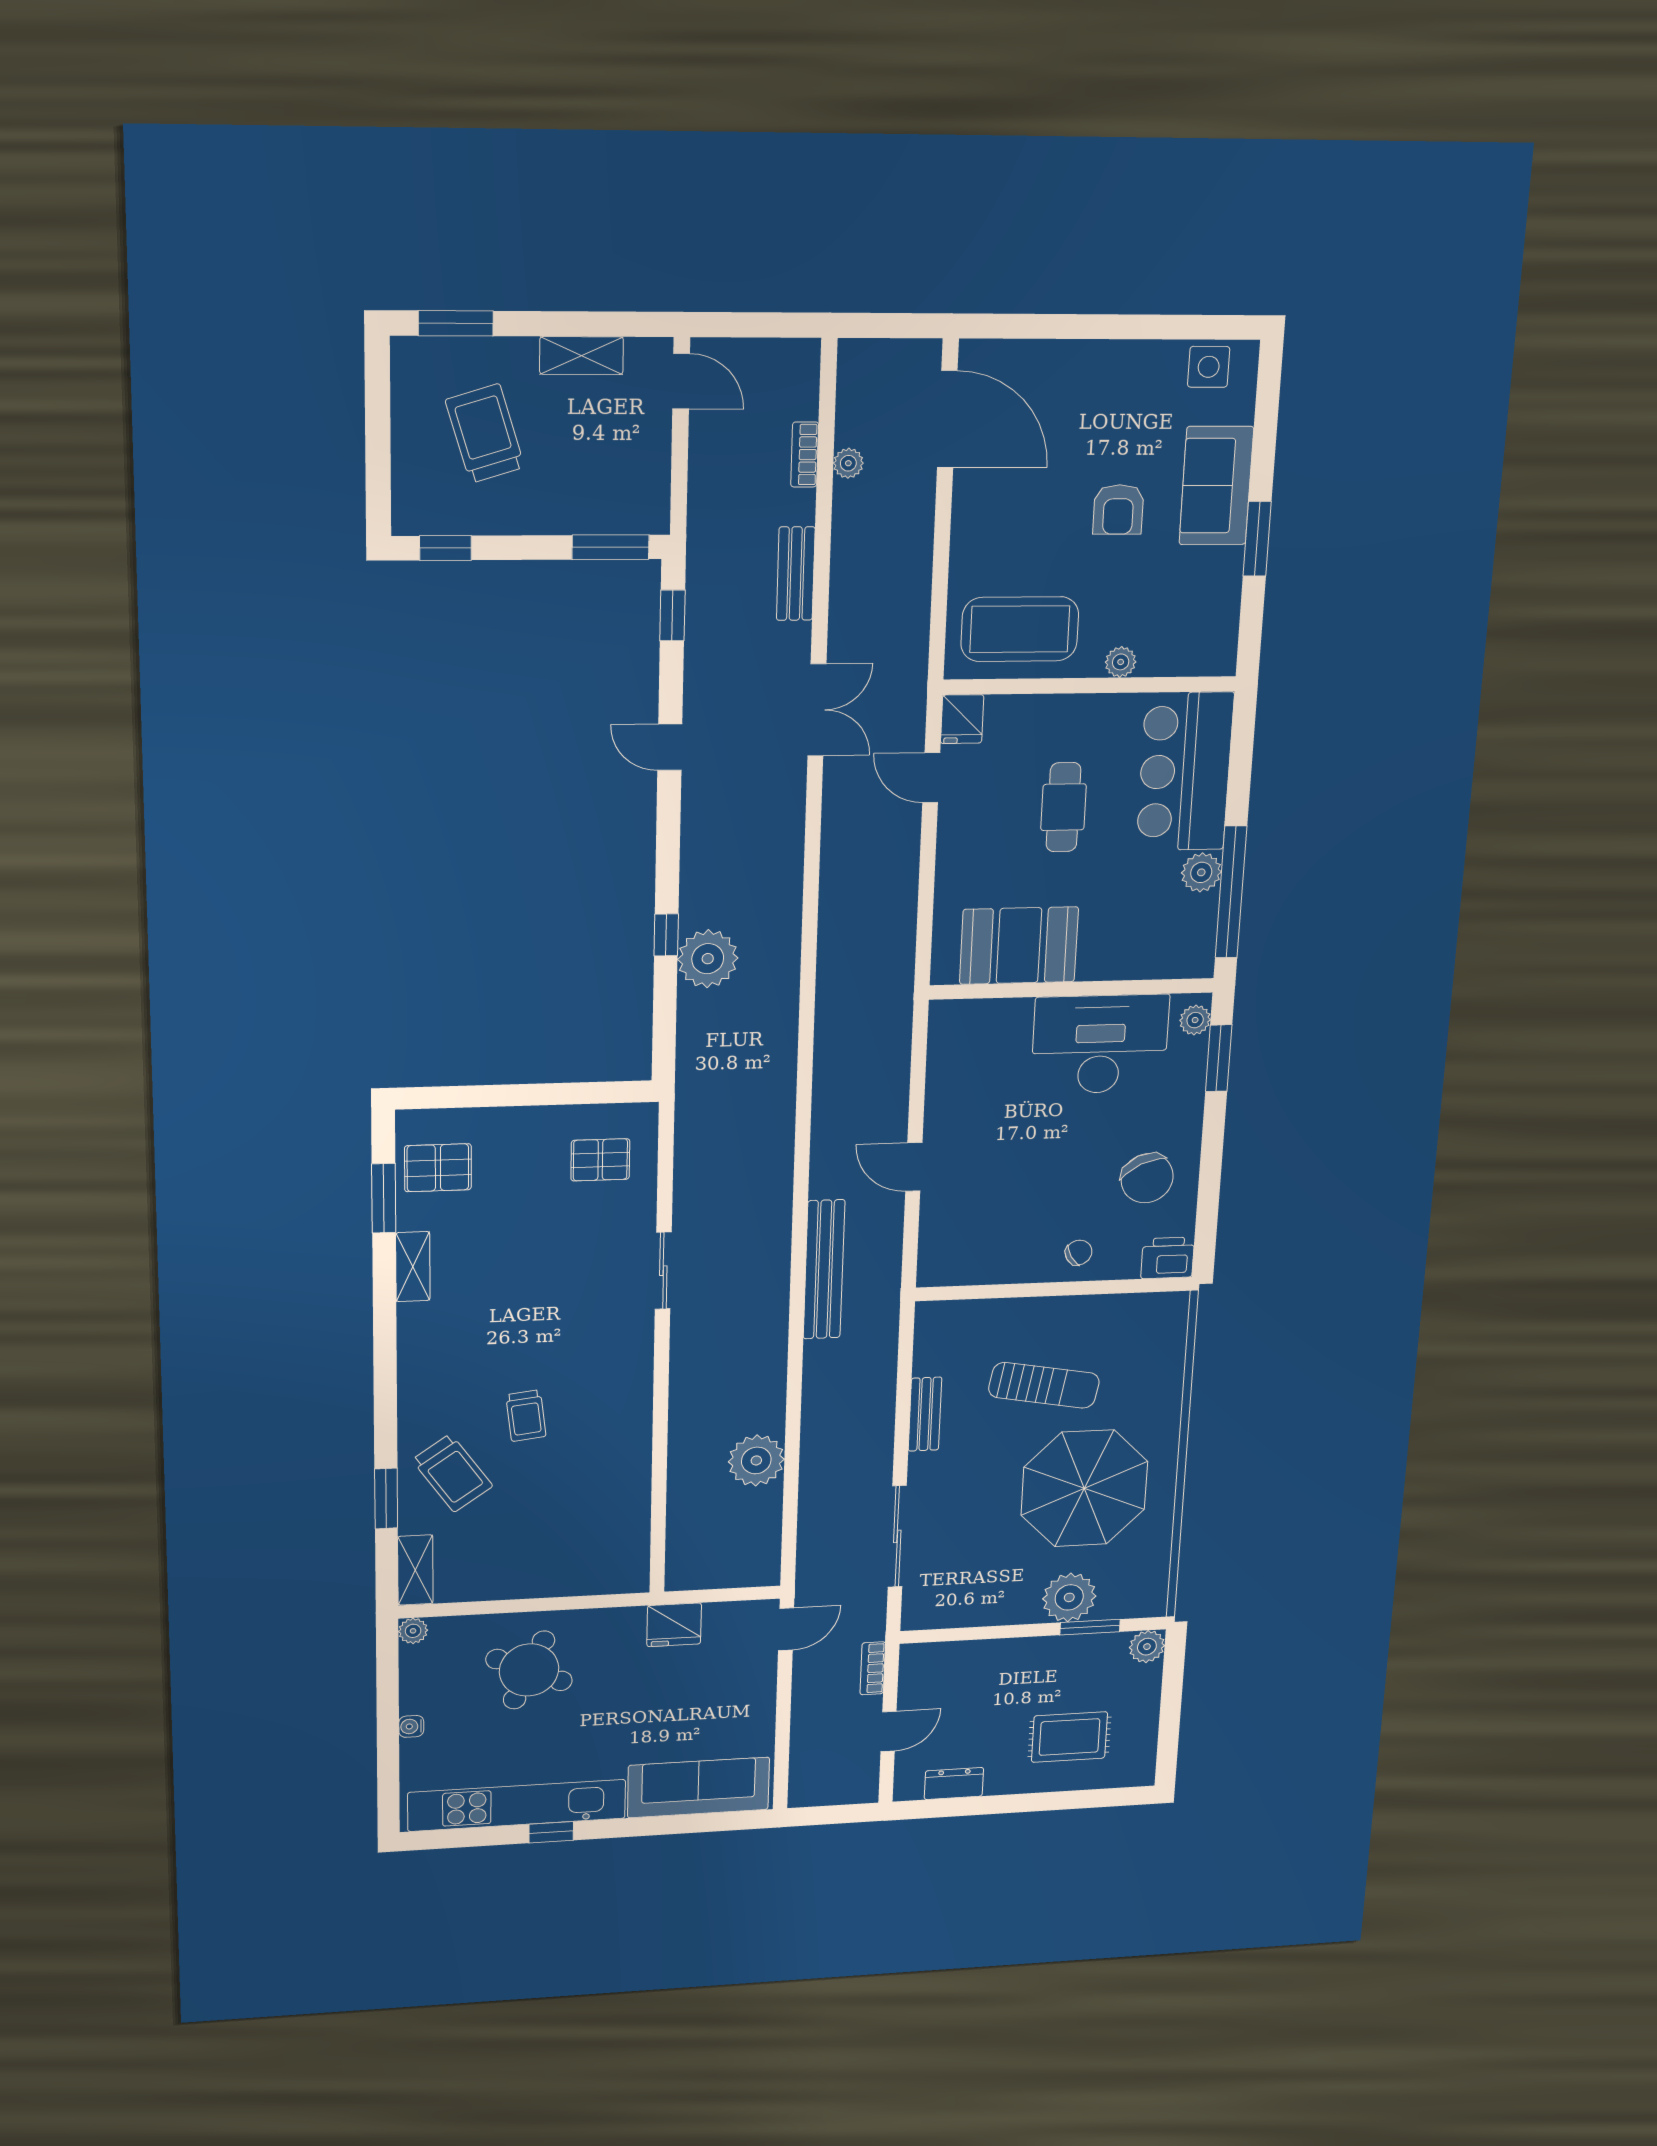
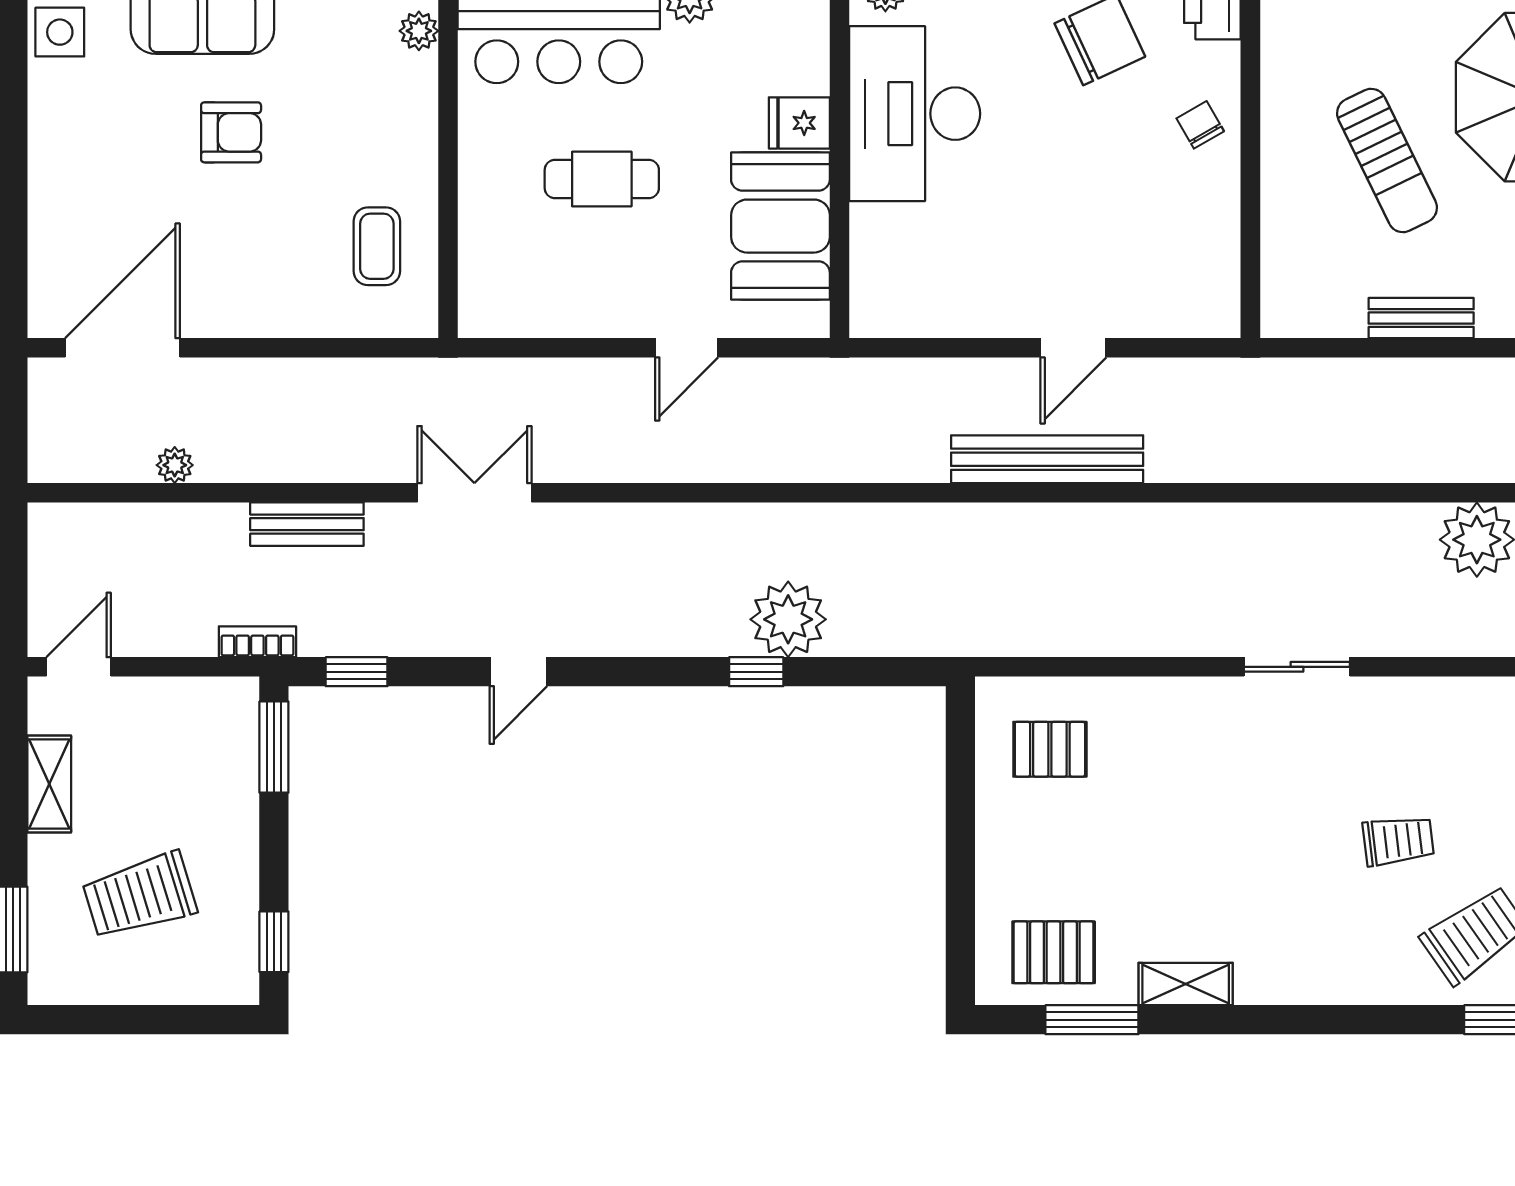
bookcase: (805, 455) -> (257, 642), moved, turned 180
coffee table: (1020, 629) -> (377, 246), width x0.54, depth x0.58
plant: (1121, 662) -> (419, 31), moved
fridge: (962, 719) -> (799, 123), moved, turned 180
door: (931, 778) -> (687, 348), moved
pallet: (600, 1160) -> (1050, 749), turned 90
pallet: (438, 1168) -> (1054, 952), turned 90
bench: (824, 1269) -> (1047, 459), moved
sliding door: (663, 1271) -> (1297, 667), moved
sun lounger: (1044, 1385) -> (1387, 160), turned 144

